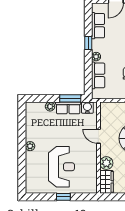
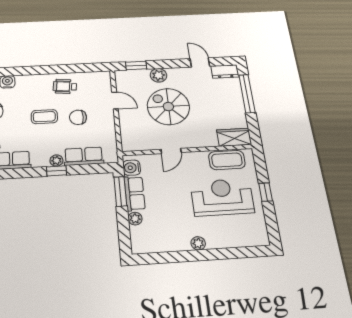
window: (88, 43) -> (56, 171), moved
plant: (106, 163) -> (208, 139), removed
coffee table: (89, 174) -> (227, 160), added

